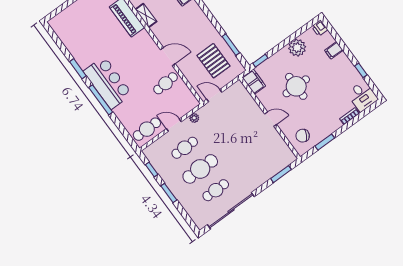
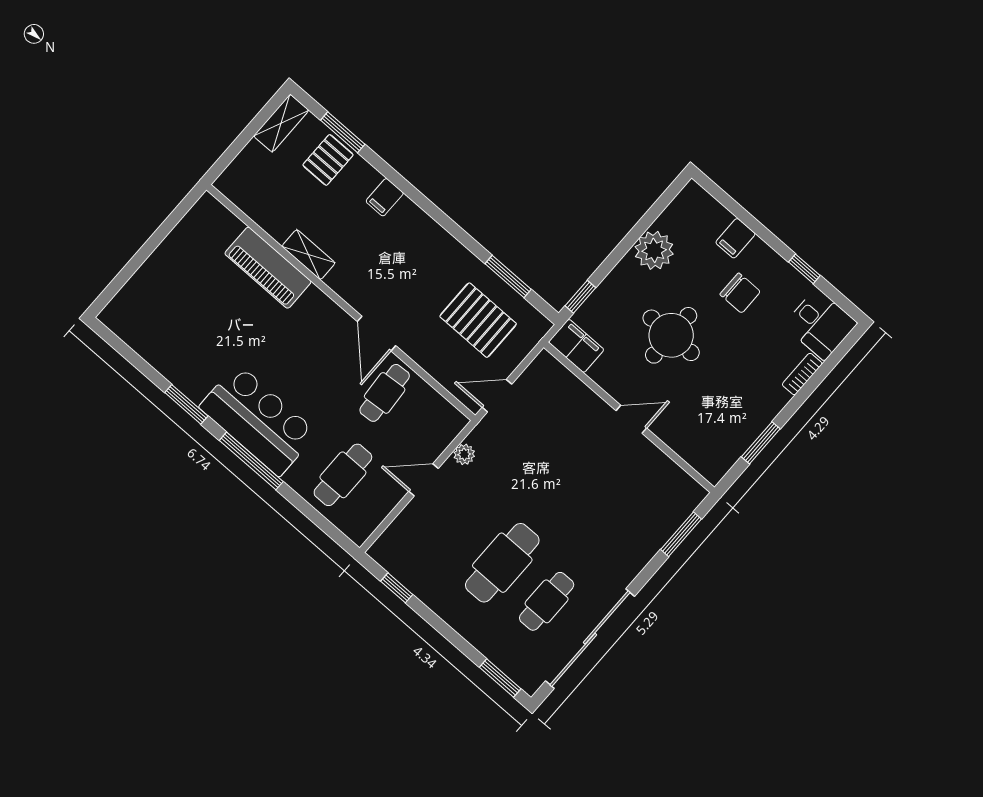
printer: (320, 28) -> (694, 197), removed
door: (168, 57) -> (376, 334), swing flipped
cafe table: (147, 129) -> (343, 475), moved
chair: (303, 136) -> (740, 293), moved, turned -118
cafe table: (185, 148) -> (458, 524), removed
window: (169, 193) -> (500, 678), moved

